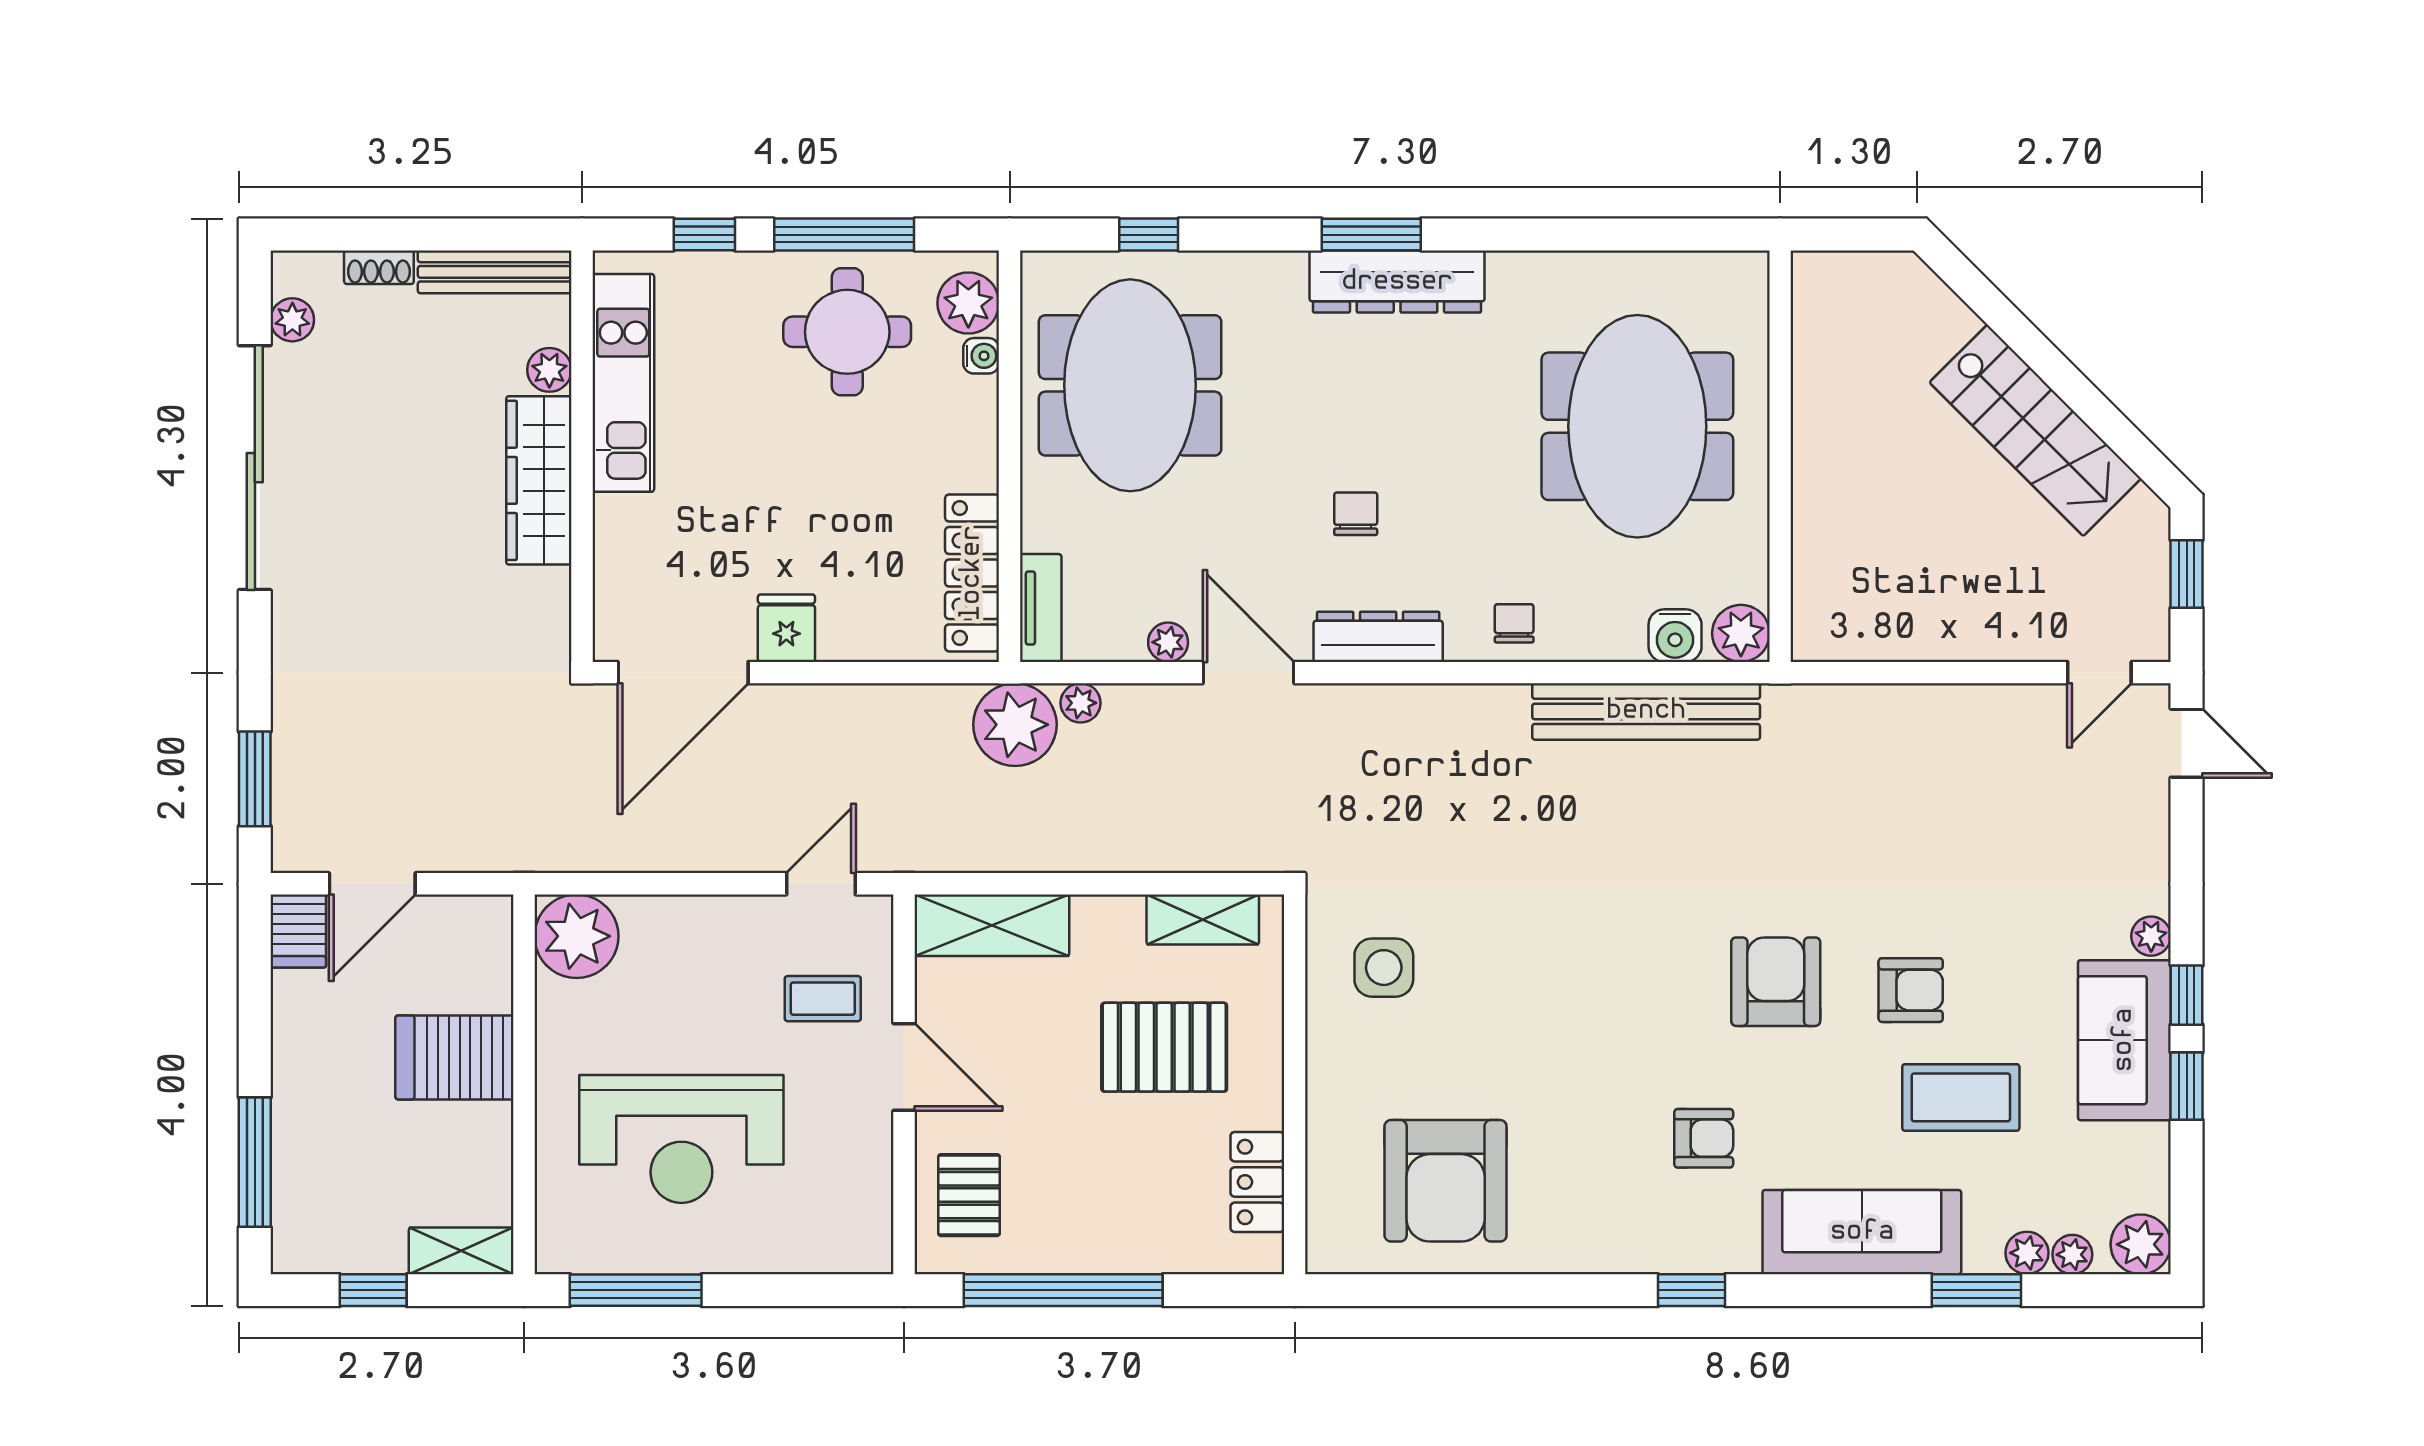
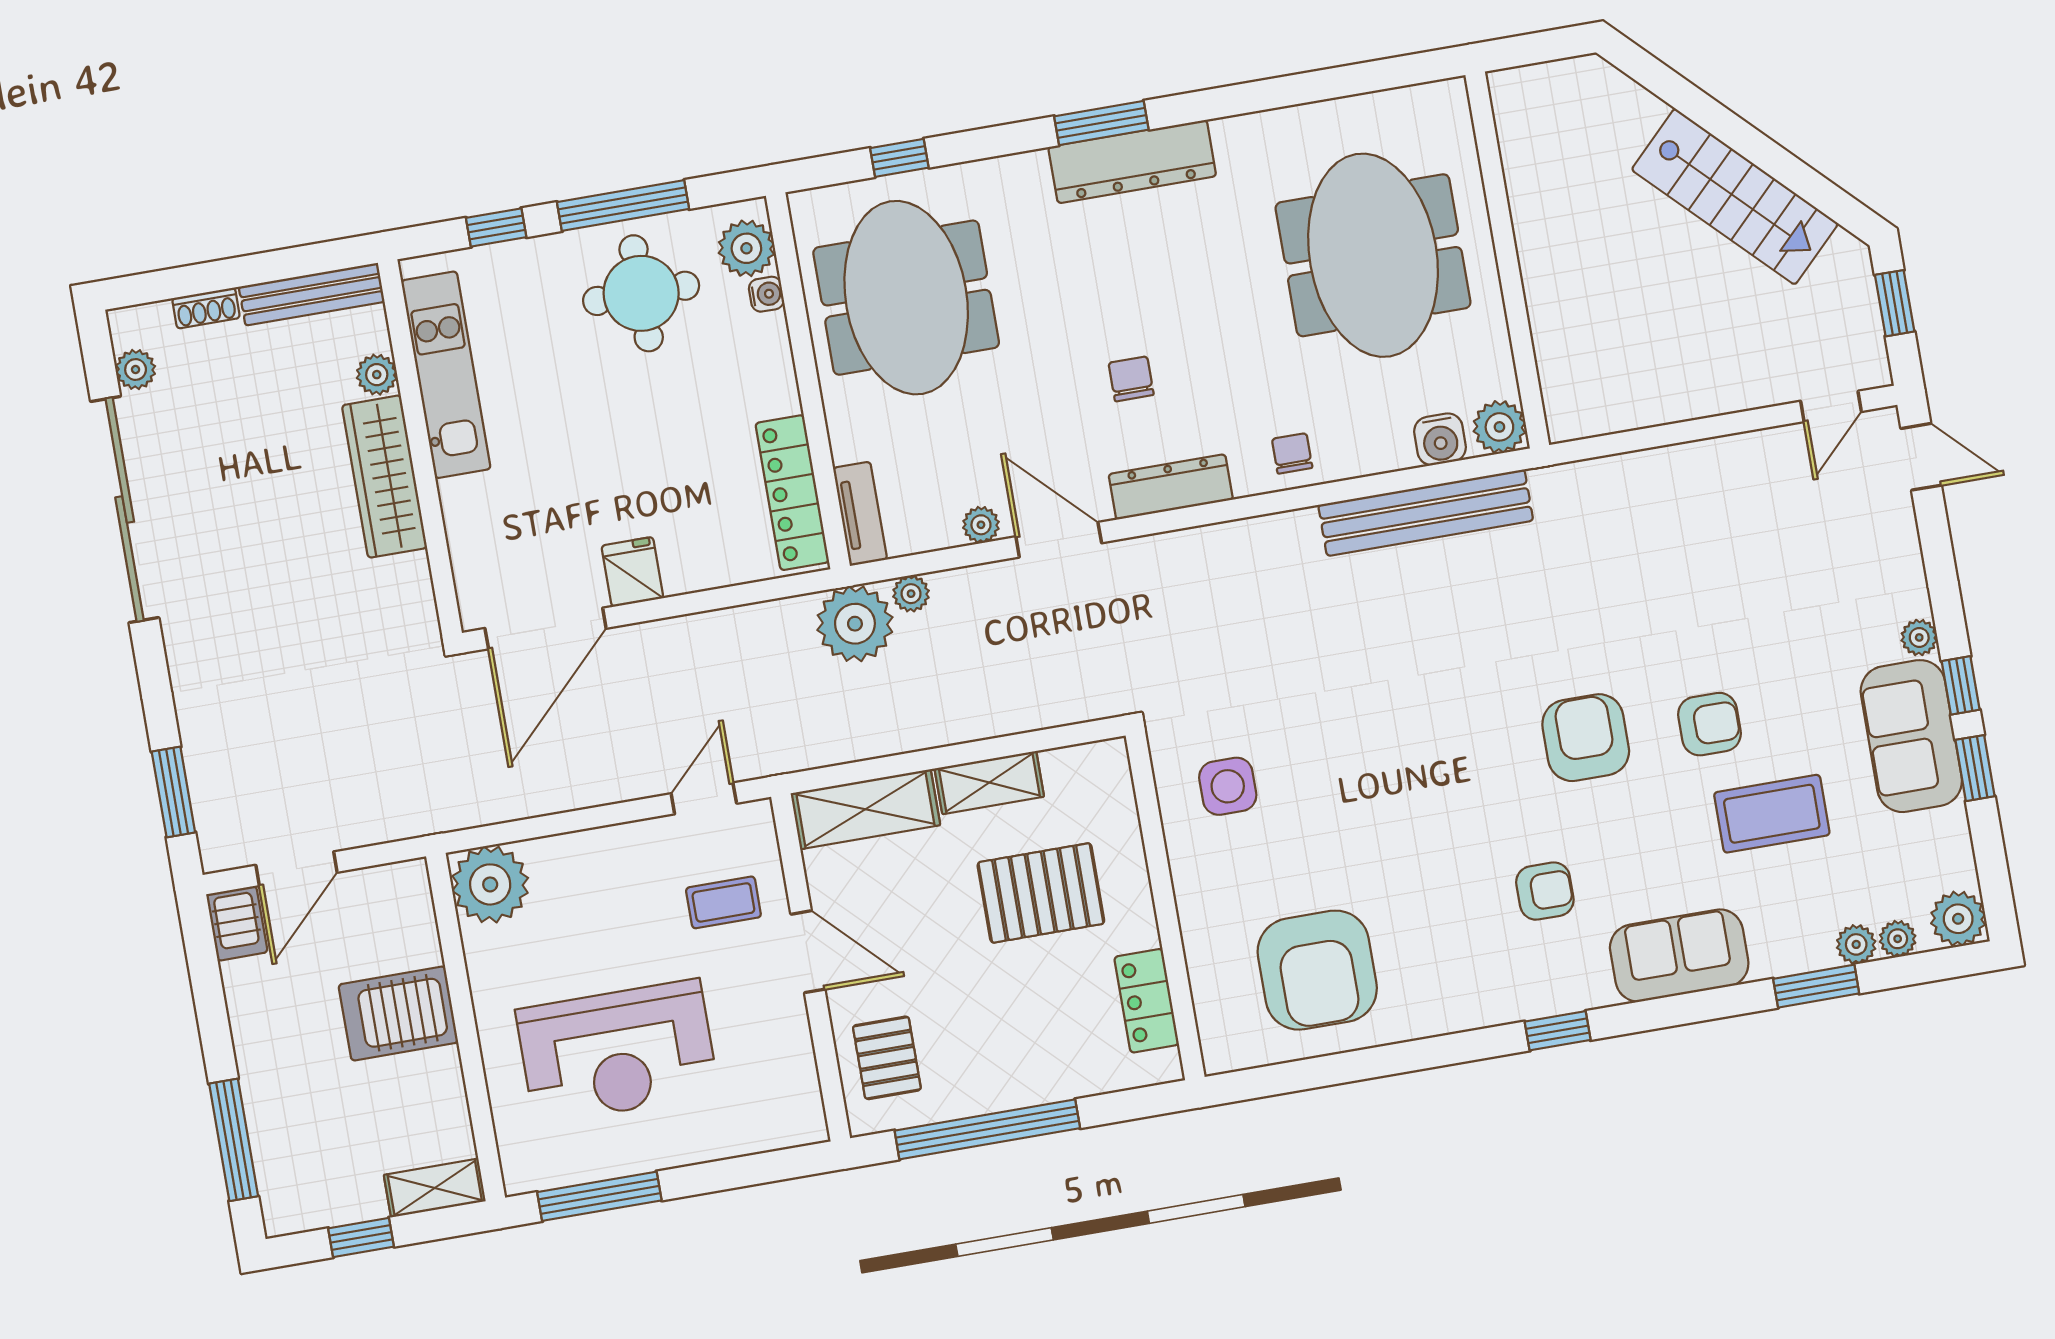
shelving: (1203, 919) -> (989, 783), moved
sofa: (1862, 1232) -> (1679, 956), width x0.73

